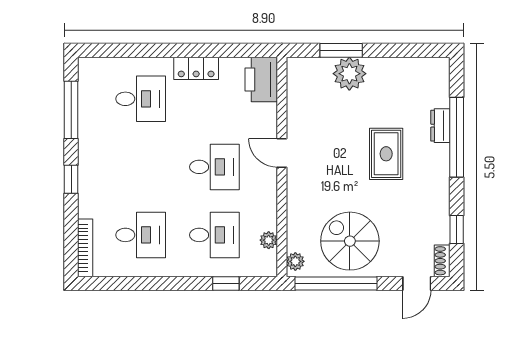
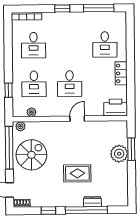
window: (457, 230) -> (48, 211), moved

